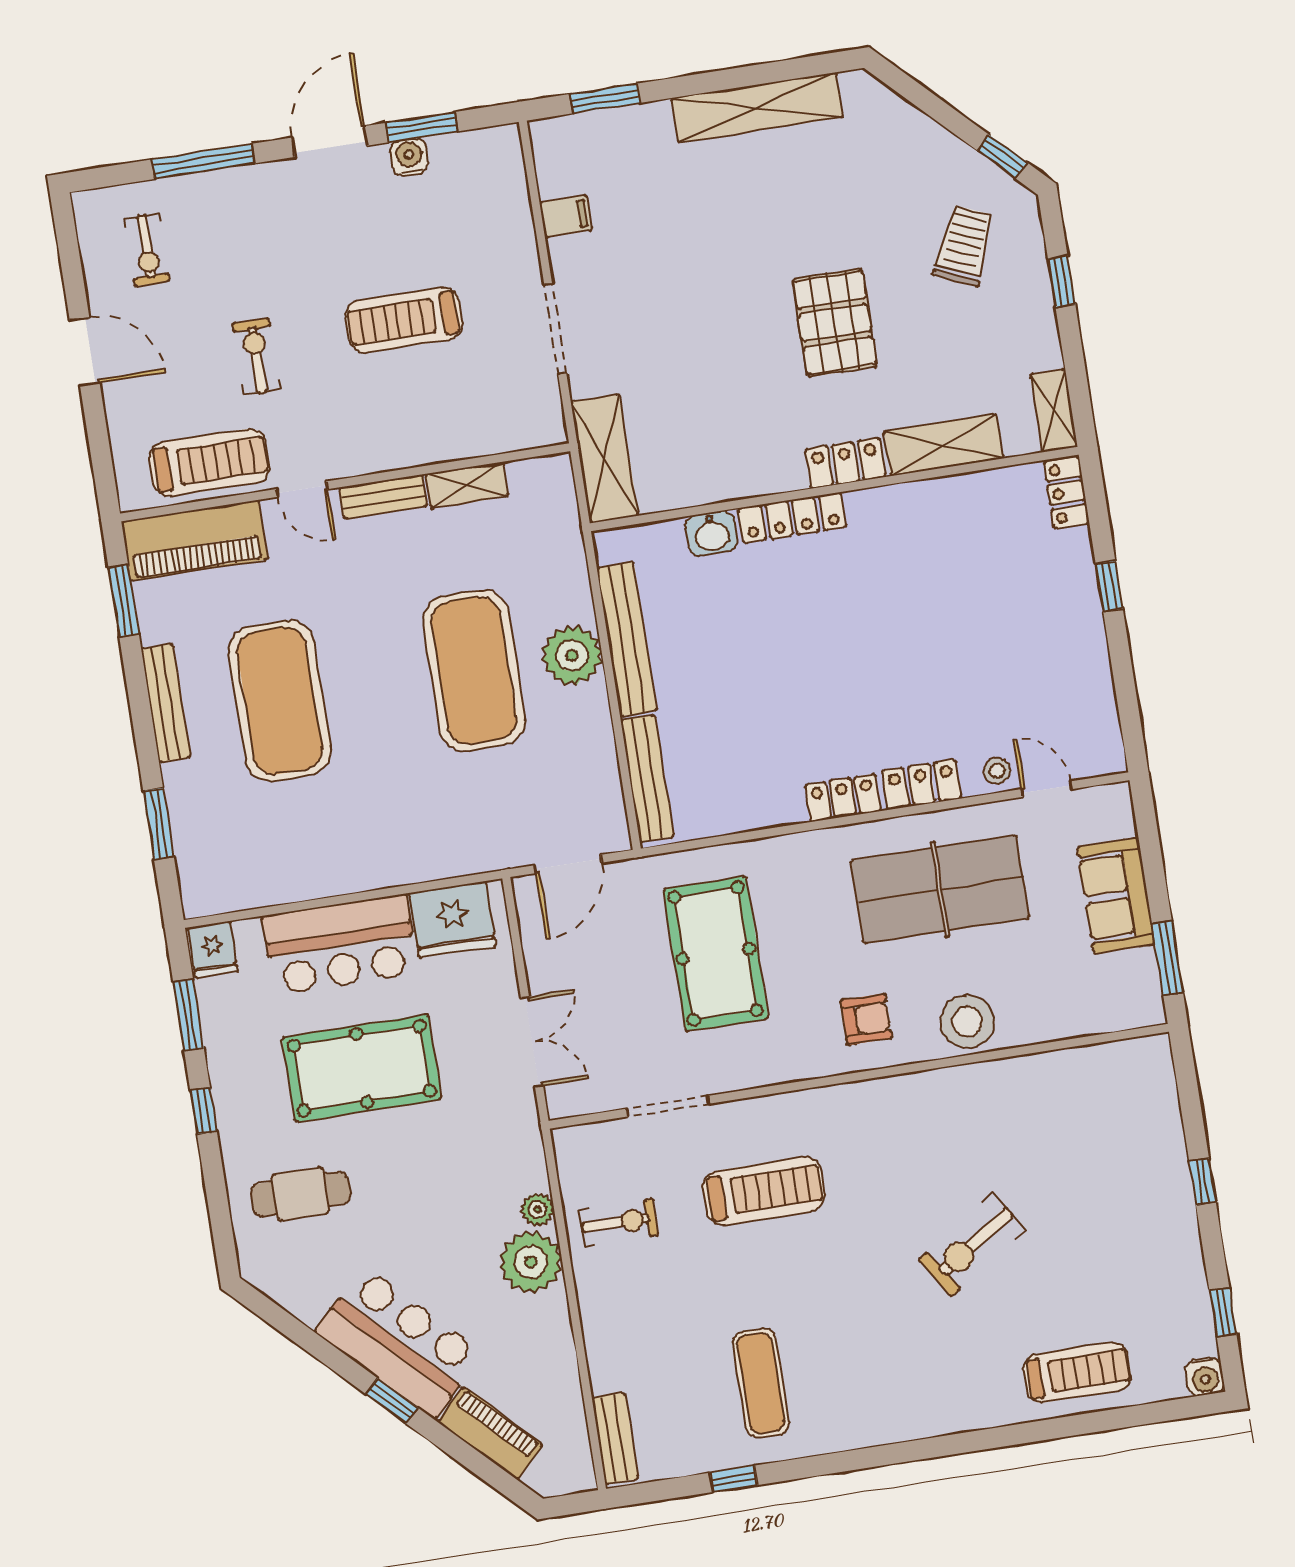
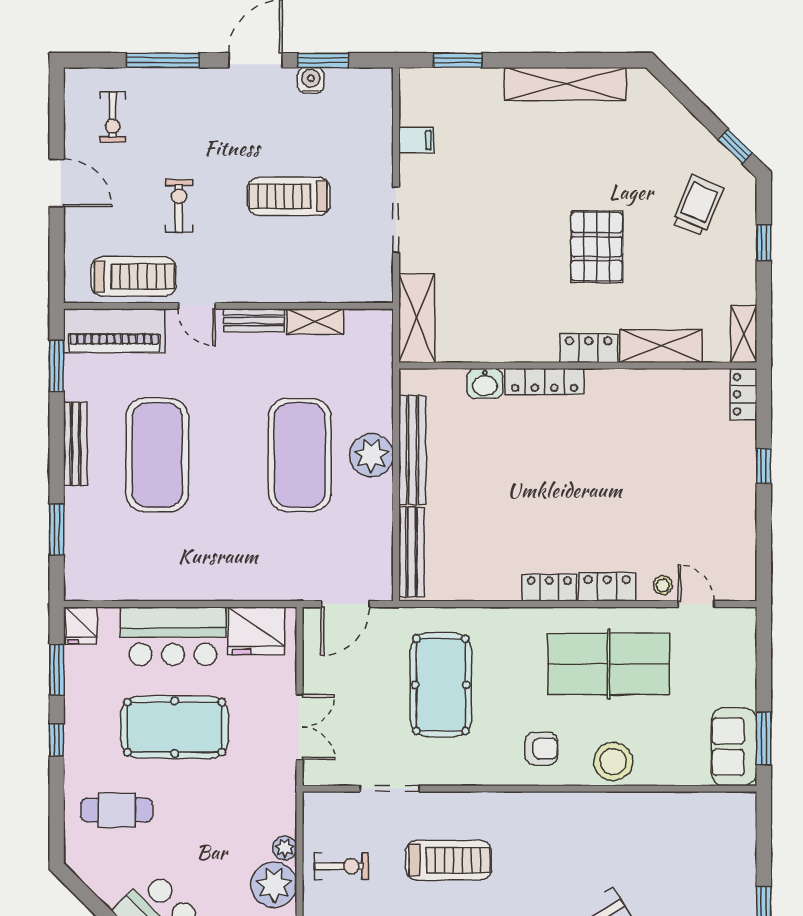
sofa: (1116, 896) -> (734, 747), moved

